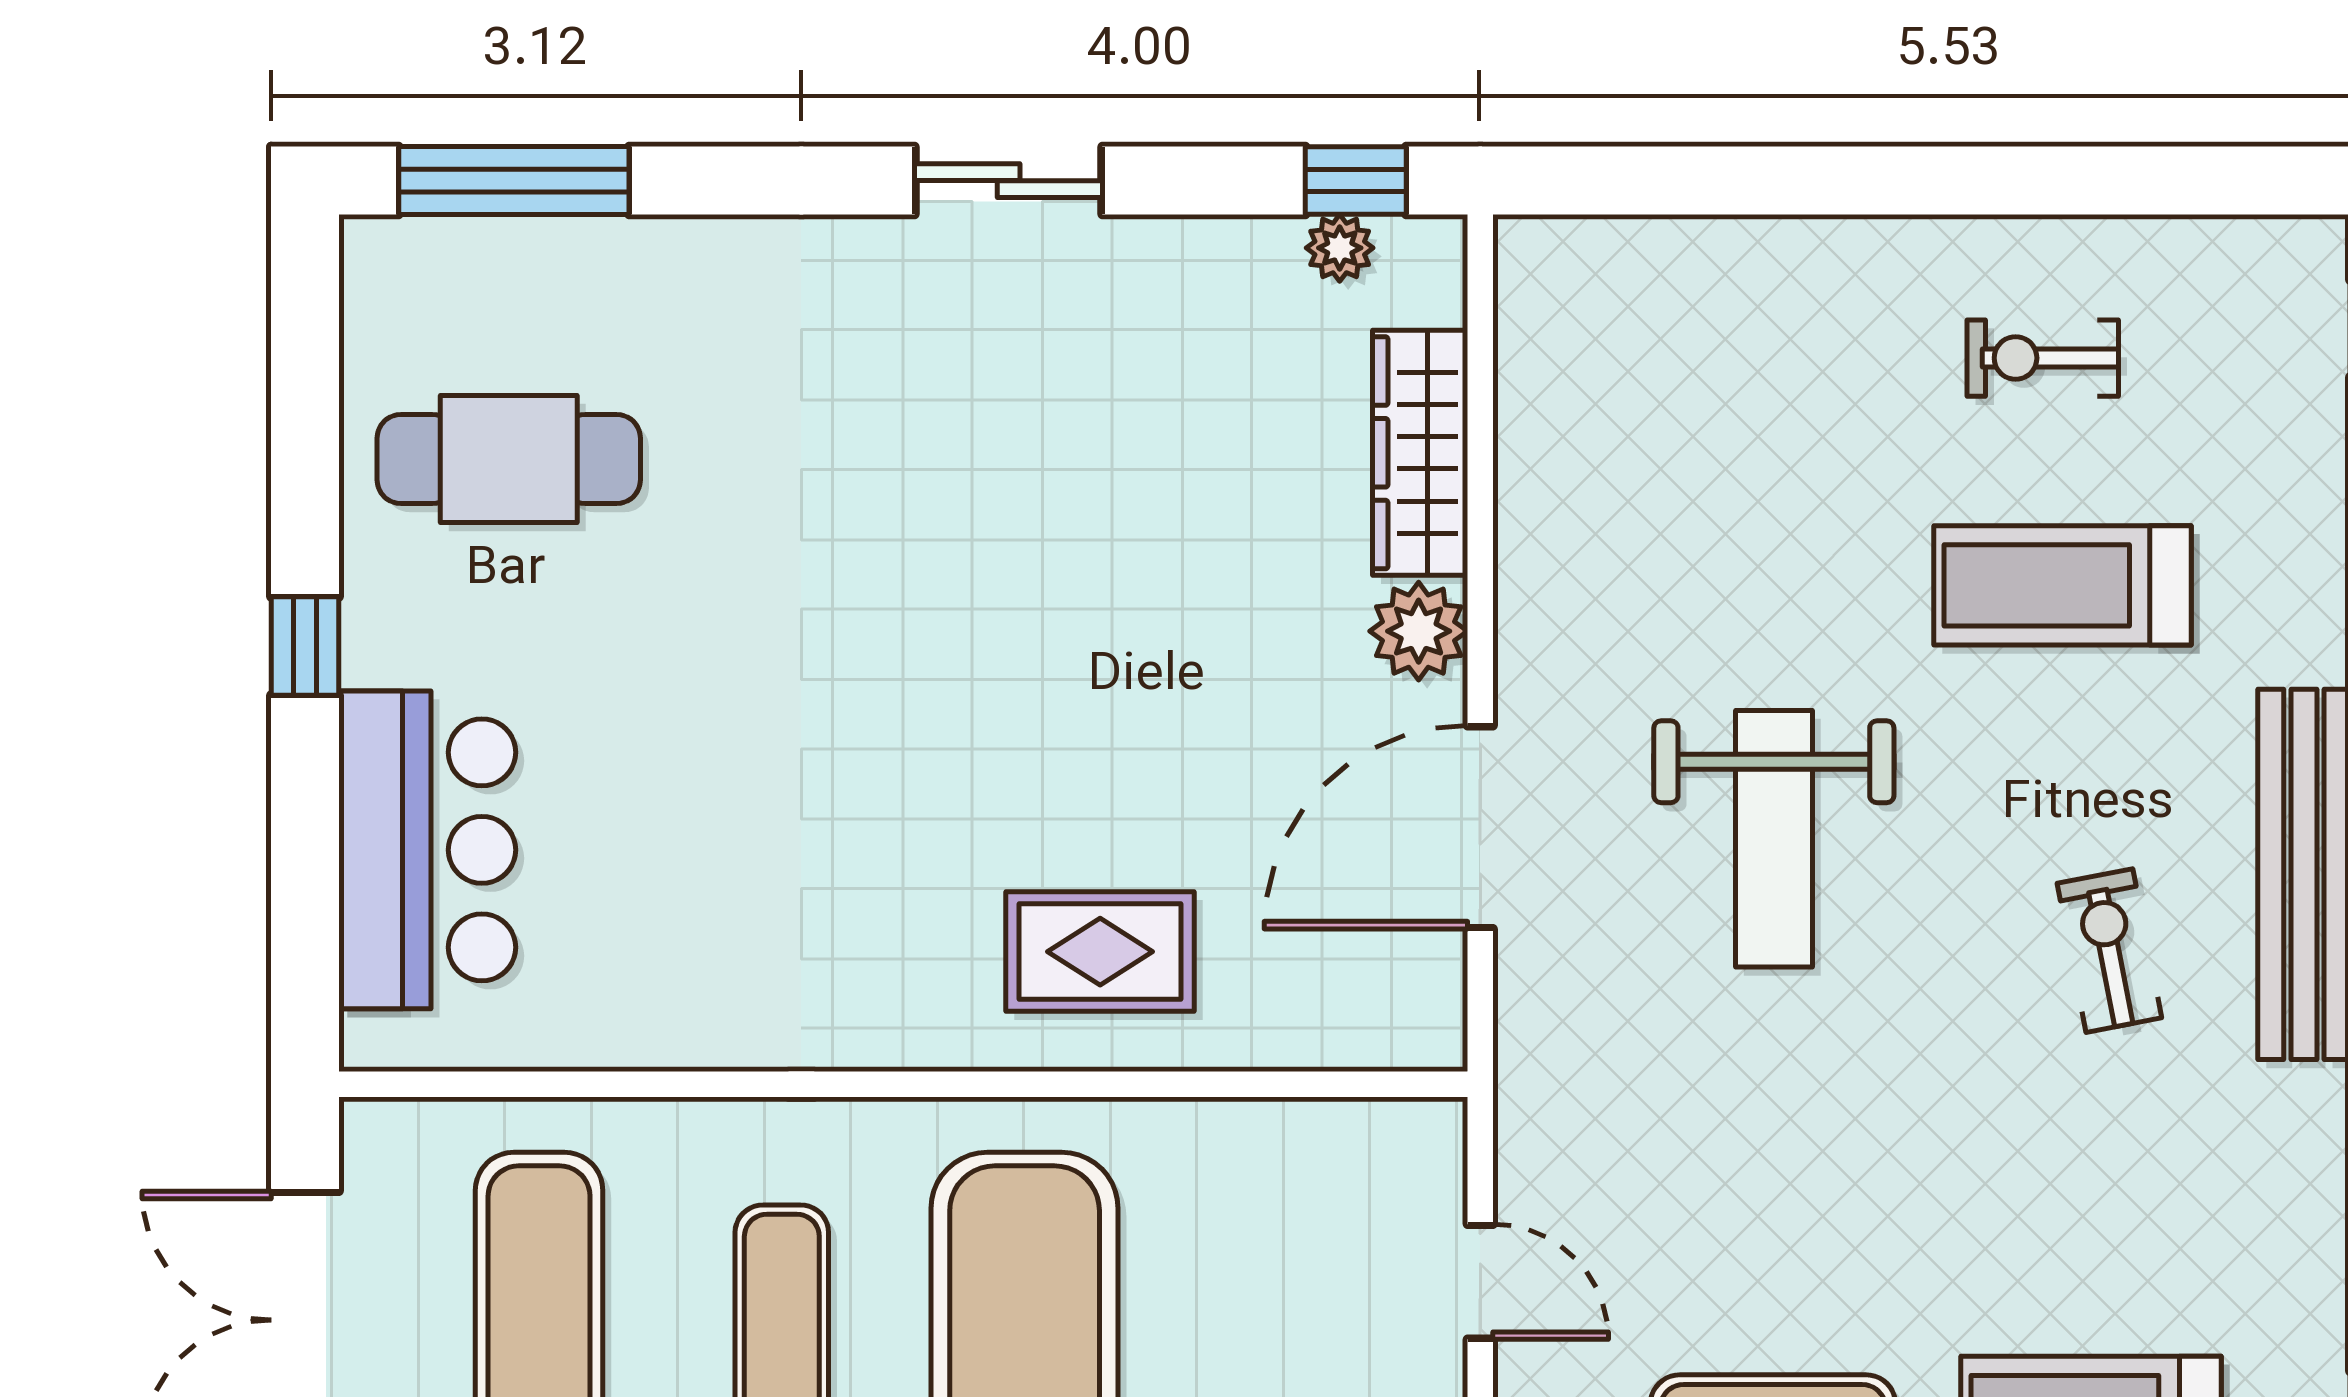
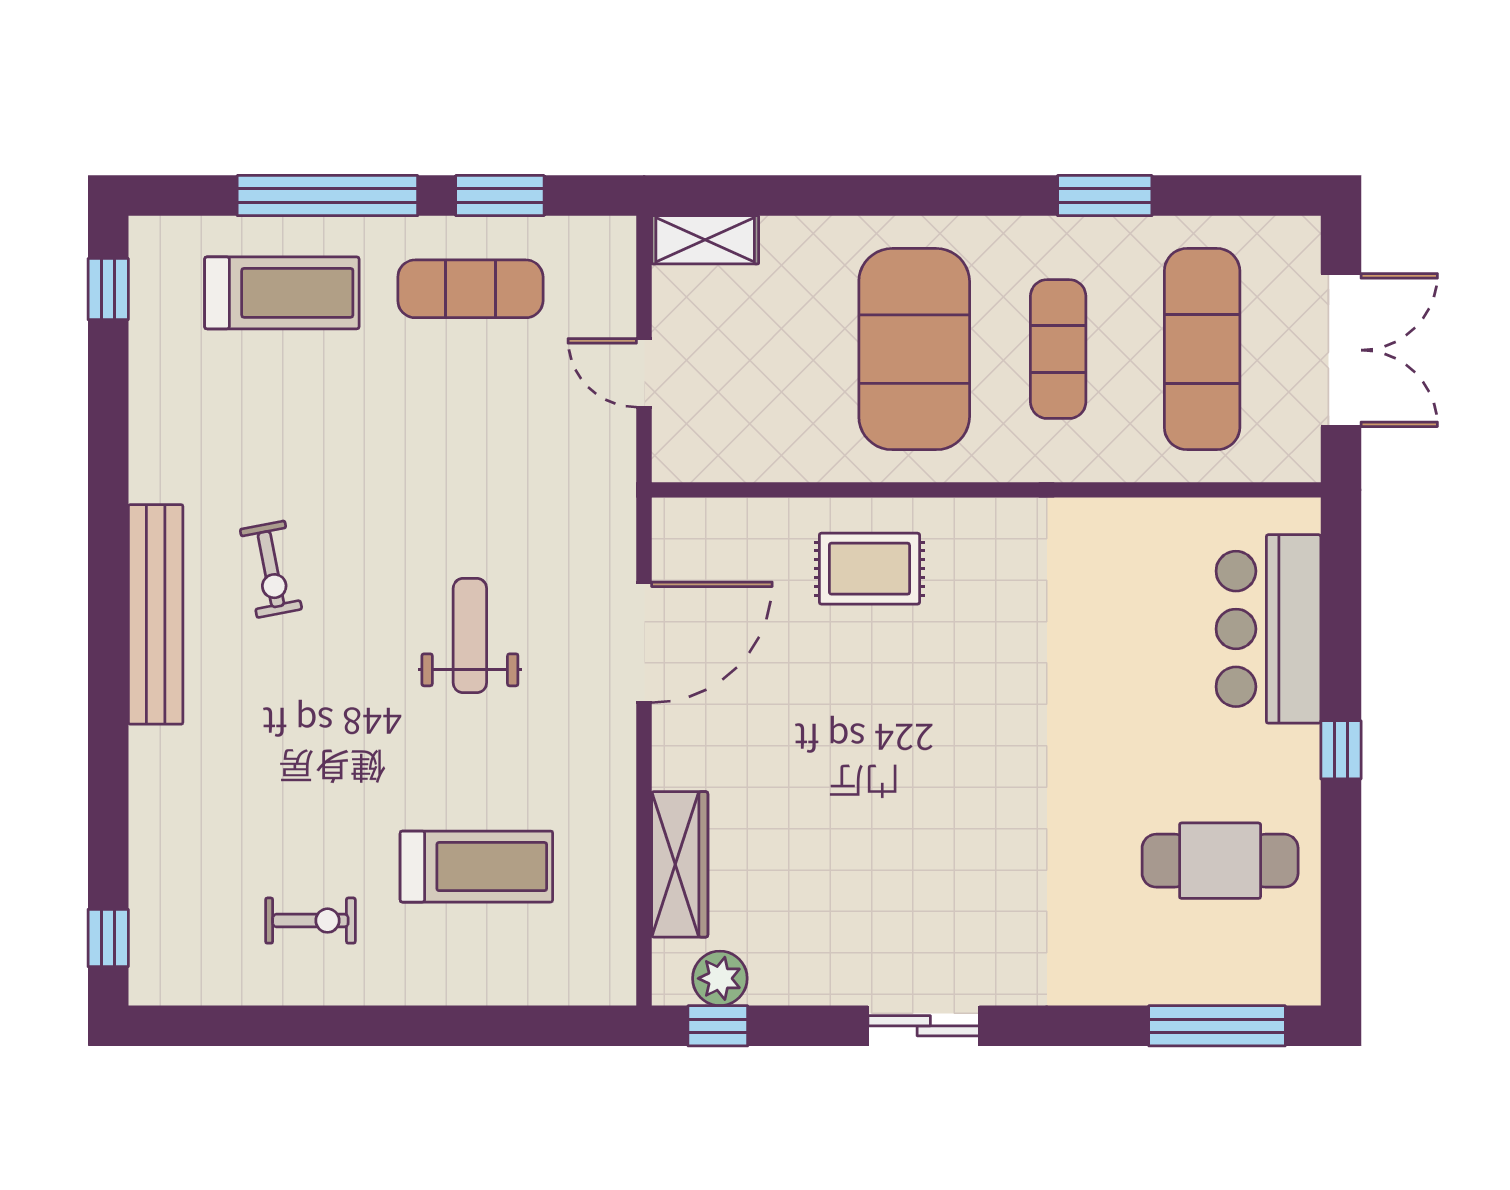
plant: (1340, 248) -> (720, 978), width x1.38, depth x1.38
treadmill: (2062, 585) -> (476, 867), moved
plant: (1419, 631) -> (681, 759), removed
weight bench: (1774, 839) -> (470, 636), width x0.73, depth x0.75

